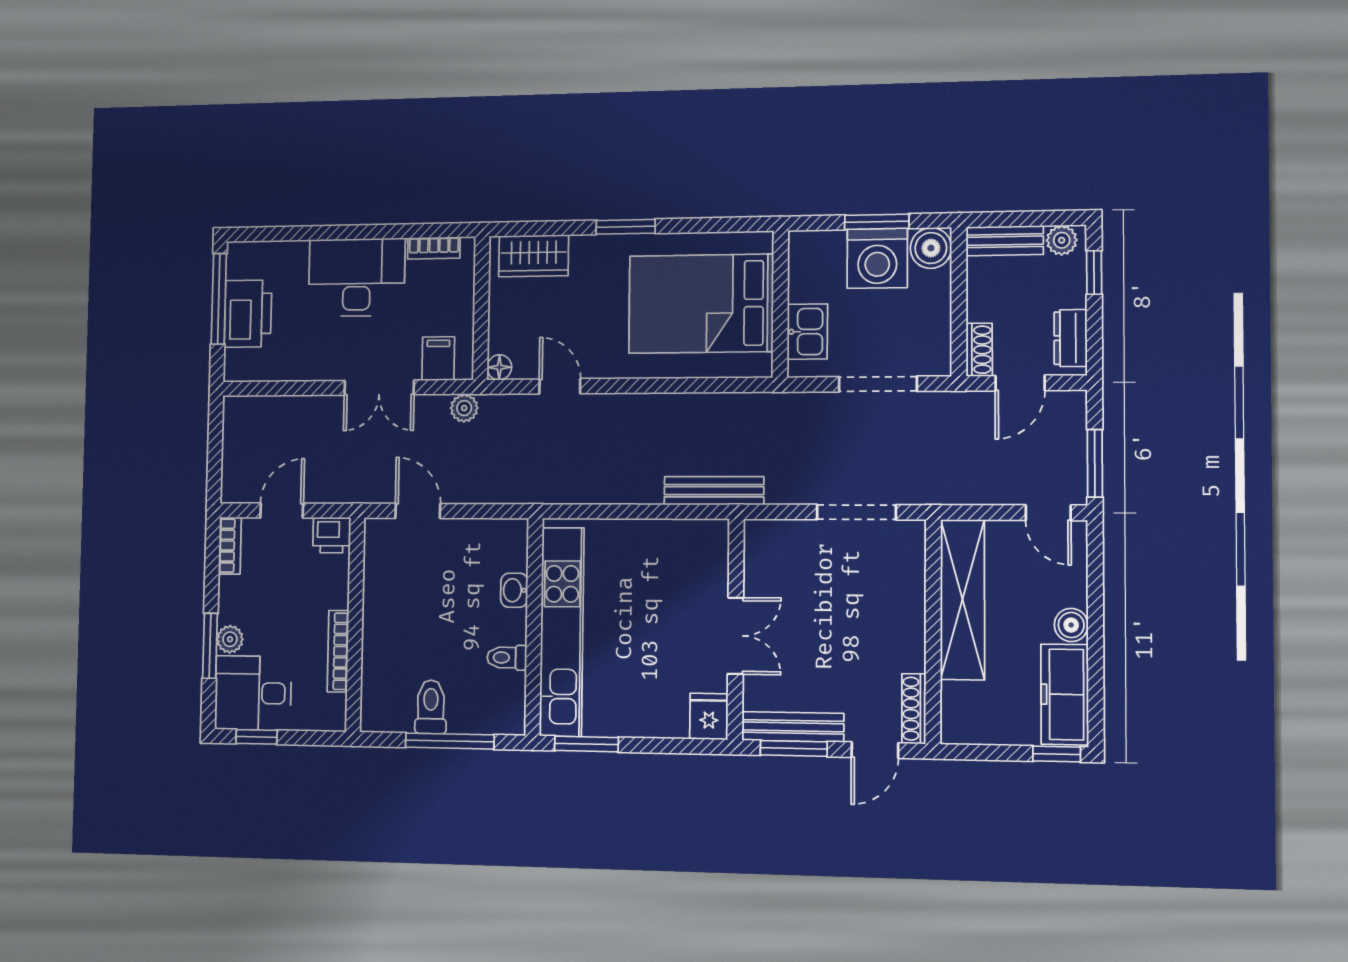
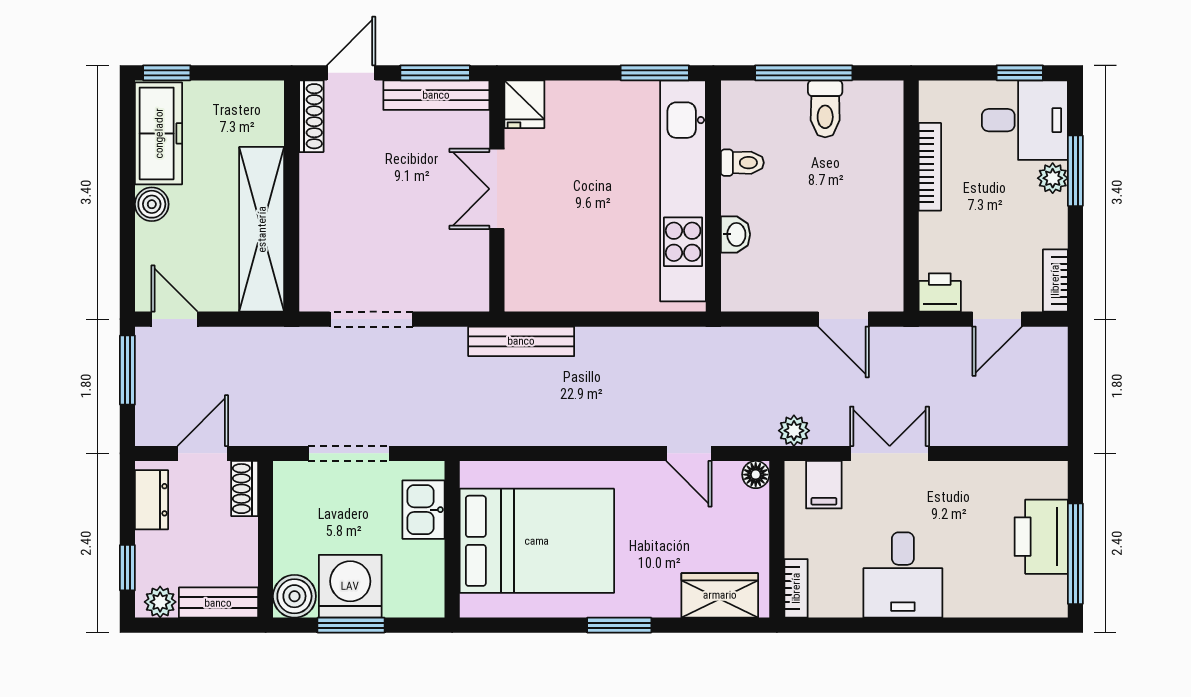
bookcase: (434, 248) -> (796, 588), moved, turned 90
desk: (357, 277) -> (903, 575), width x0.73

